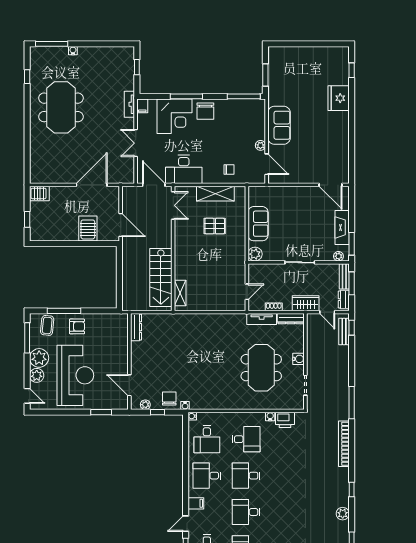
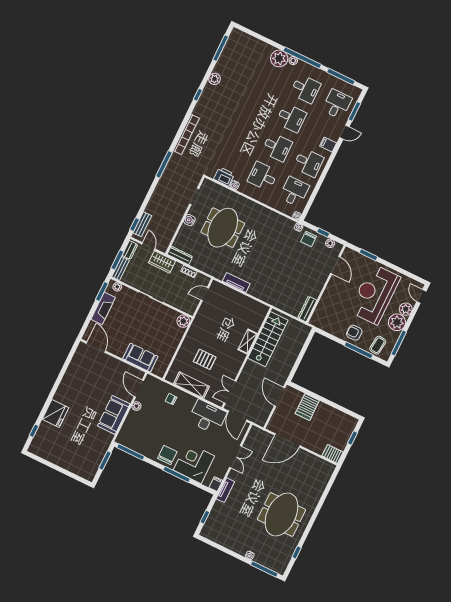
sofa: (258, 224) -> (140, 358), moved, turned 90
shelving: (180, 293) -> (248, 342), moved
tv unit: (262, 319) -> (236, 282), moved

